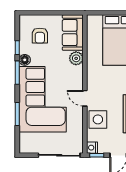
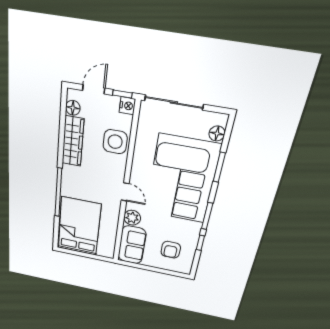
armchair: (40, 36) -> (171, 250), turned 180
floor lamp: (25, 60) -> (217, 134), moved
door: (85, 98) -> (125, 192), moved

